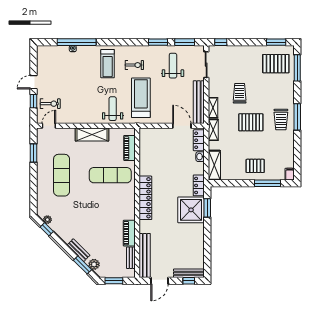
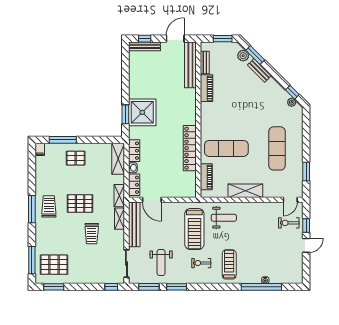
weight bench: (113, 109) -> (224, 218), turned -90
locker: (199, 185) -> (134, 151), moved
locker: (145, 198) -> (190, 148), moved

